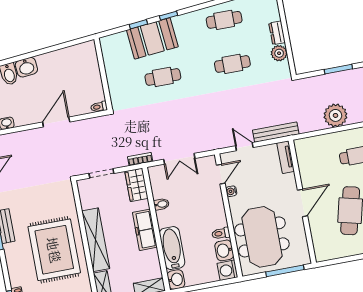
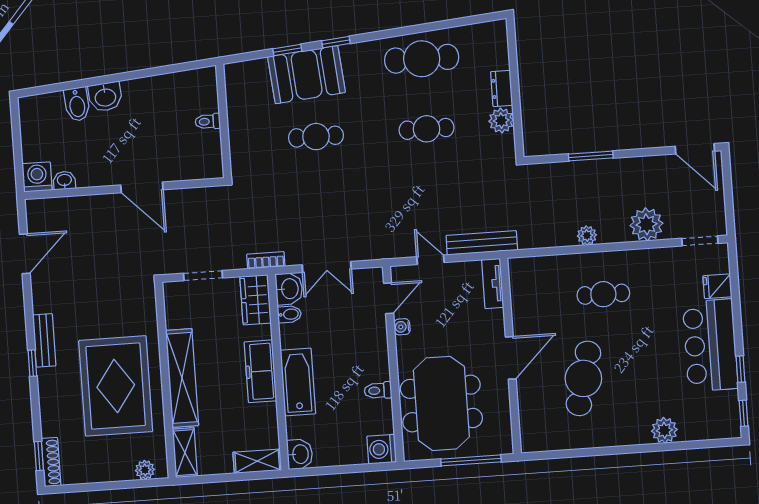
cafe table: (224, 20) -> (422, 59), width x1.37, depth x1.35
toilet: (99, 107) -> (208, 121), moved
plant: (335, 115) -> (587, 235), width x0.53, depth x0.53
door: (56, 122) -> (142, 187), swing flipped
bidet: (161, 204) -> (289, 314), moved
bathtub: (172, 248) -> (298, 382), moved
washbasin: (224, 250) -> (289, 289), moved, turned 180

